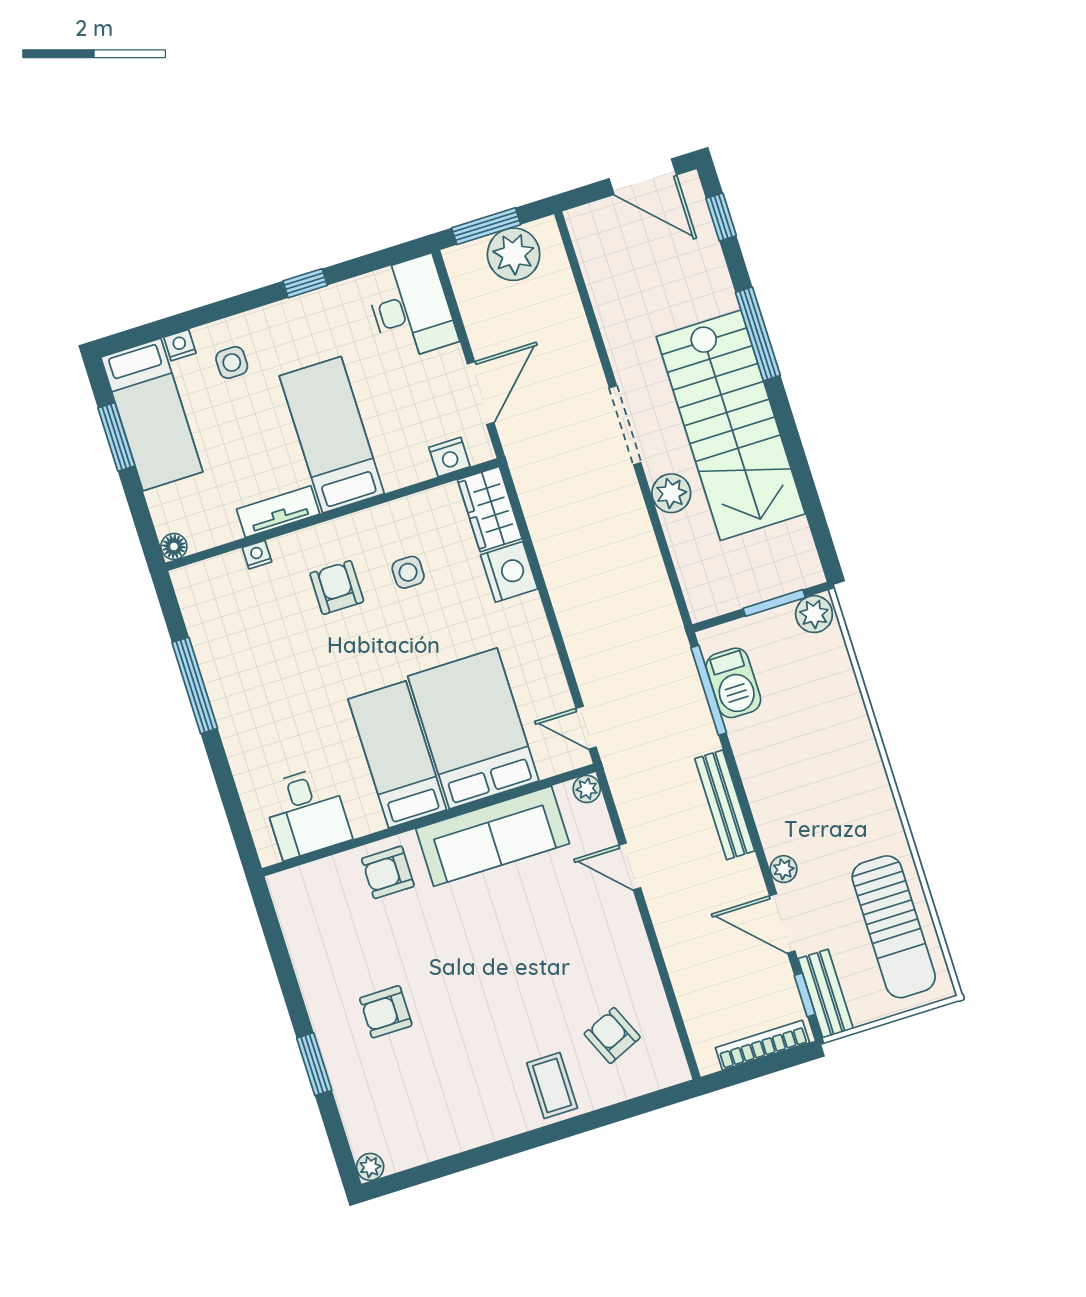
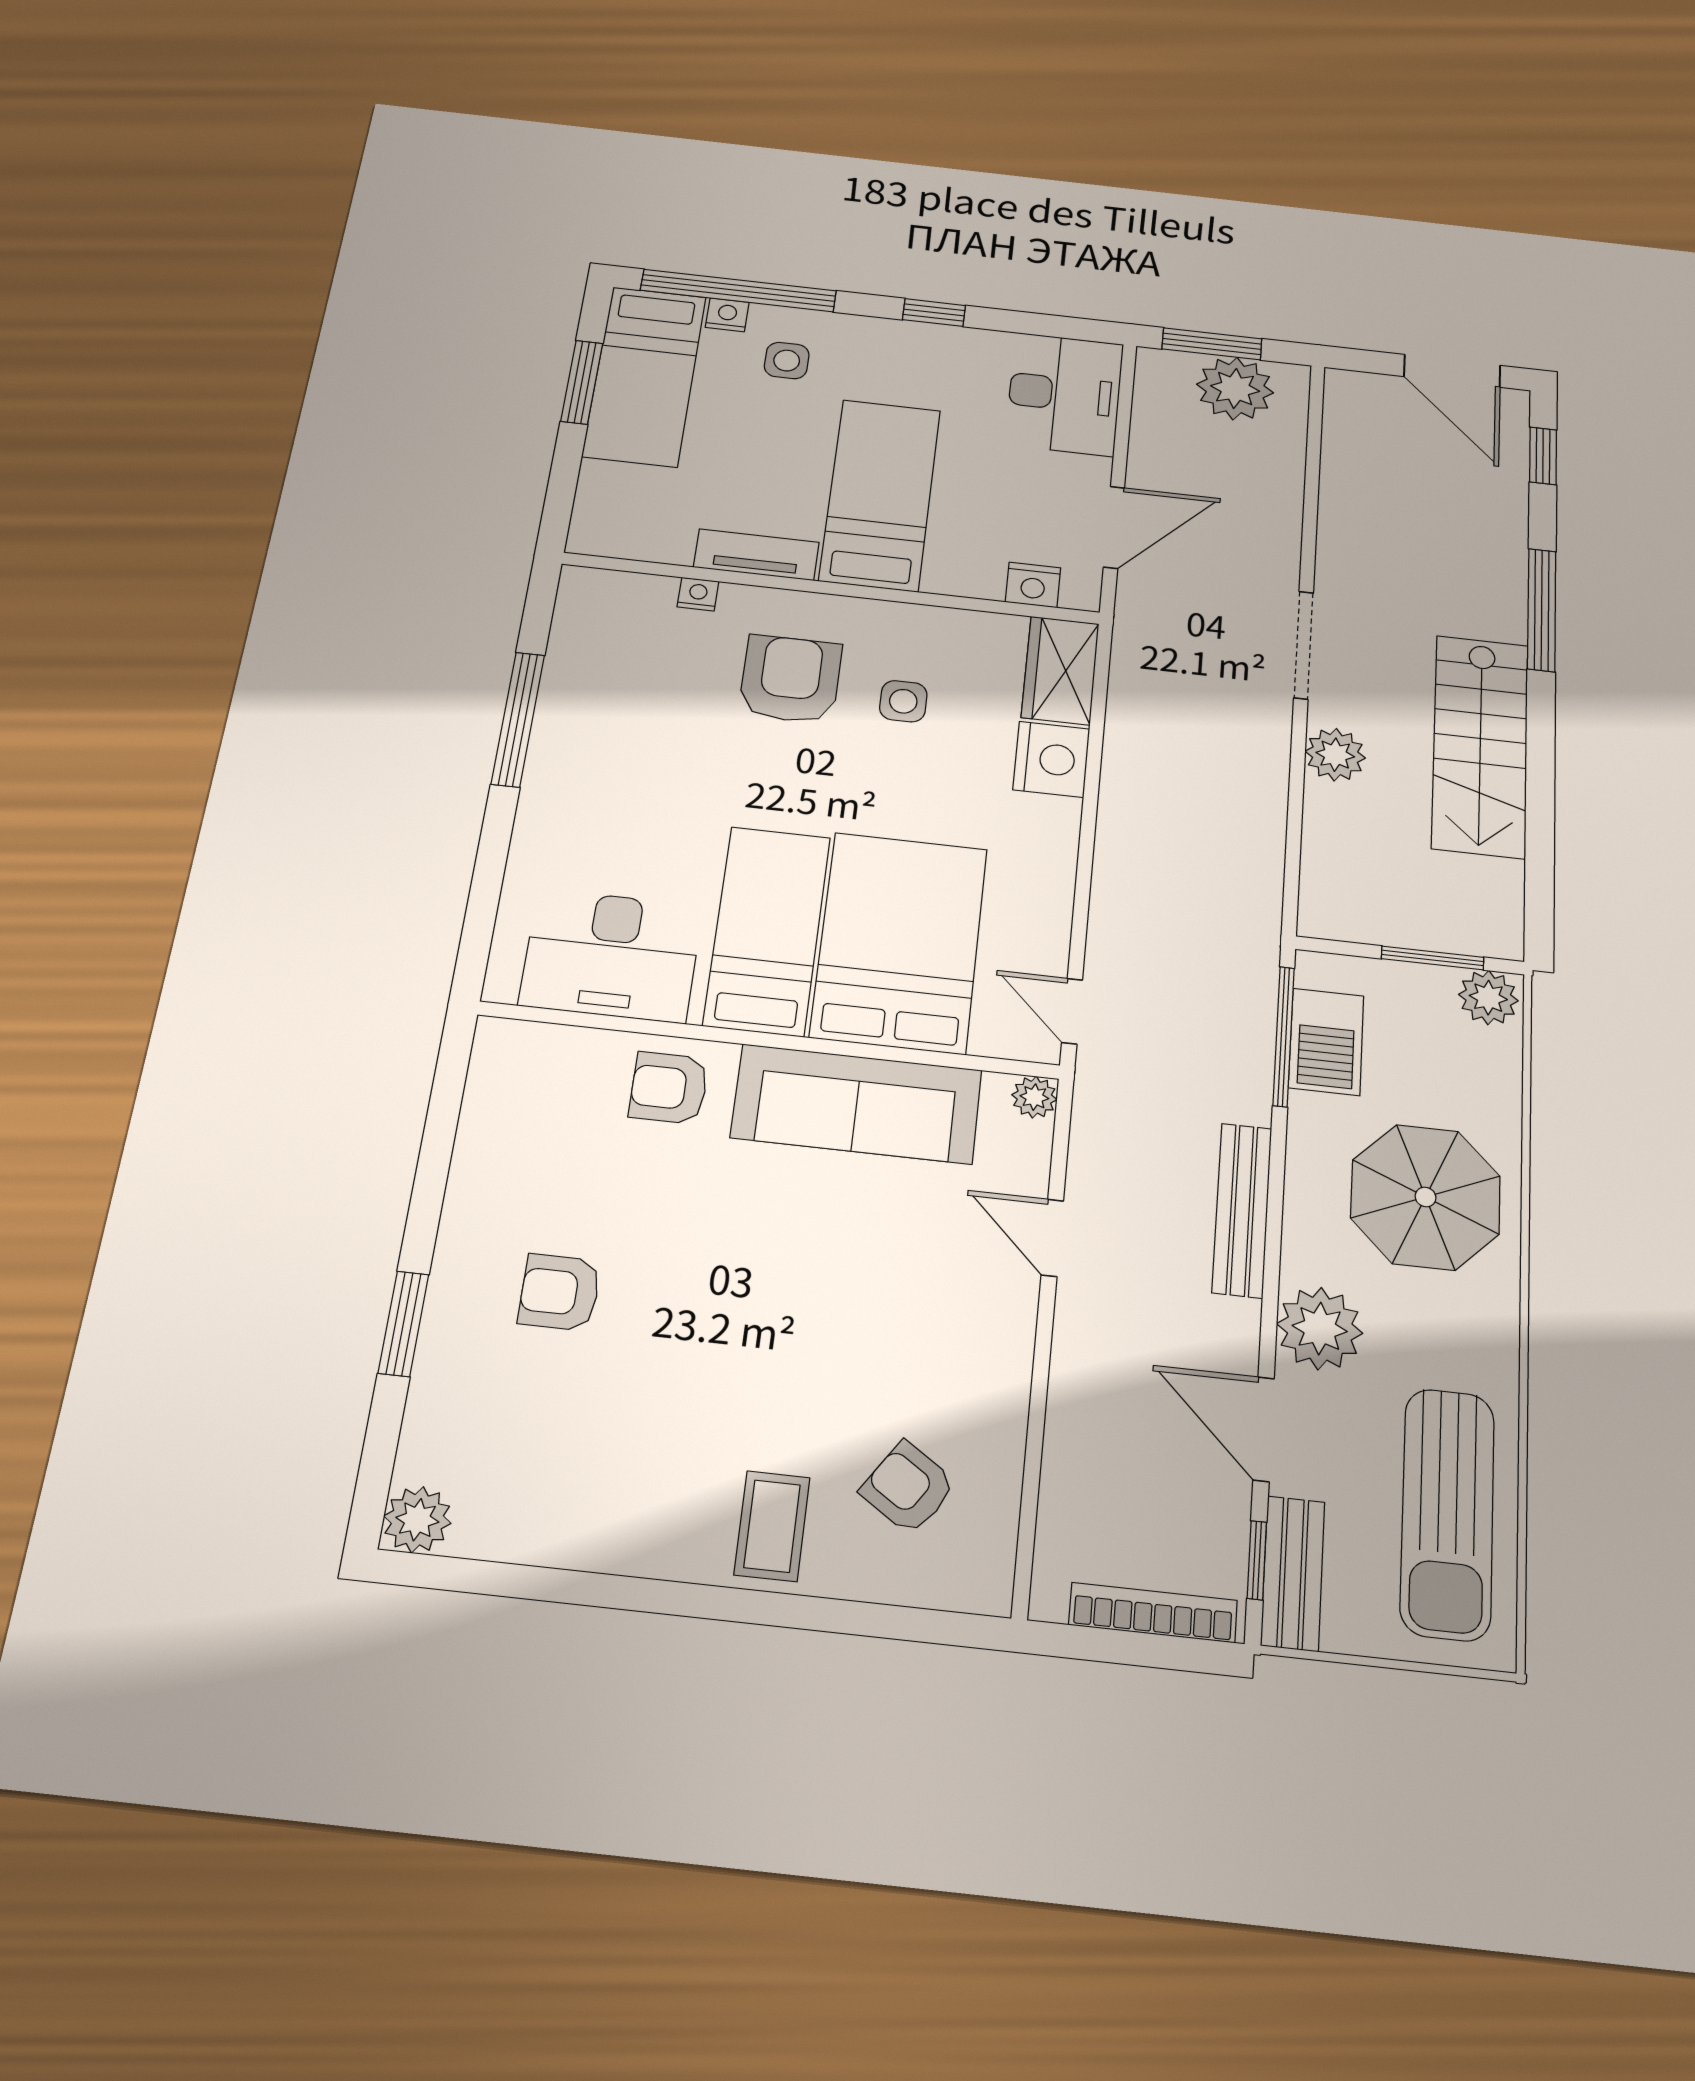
window: (178, 323) -> (738, 291), added
stairs: (731, 425) -> (1480, 746), width x0.73, depth x0.66
floor lamp: (174, 546) -> (587, 538), removed
armchair: (337, 587) -> (790, 679), width x1.38, depth x1.38
parasol: (821, 753) -> (1426, 1197), added
desk: (306, 813) -> (611, 955), width x1.37
plant: (784, 869) -> (1320, 1329), width x1.87, depth x1.87
armchair: (612, 1035) -> (908, 1488), turned -32
plant: (370, 1167) -> (417, 1520), width x1.38, depth x1.38

